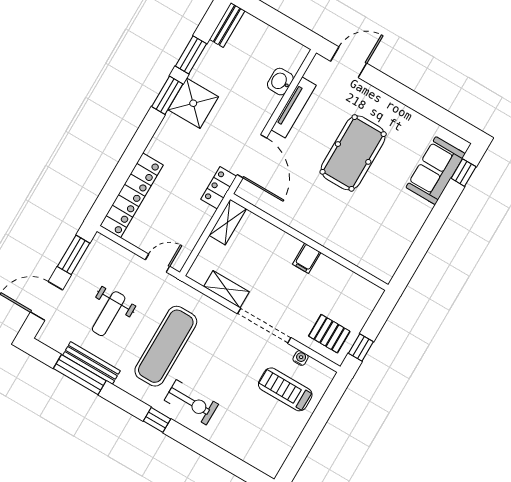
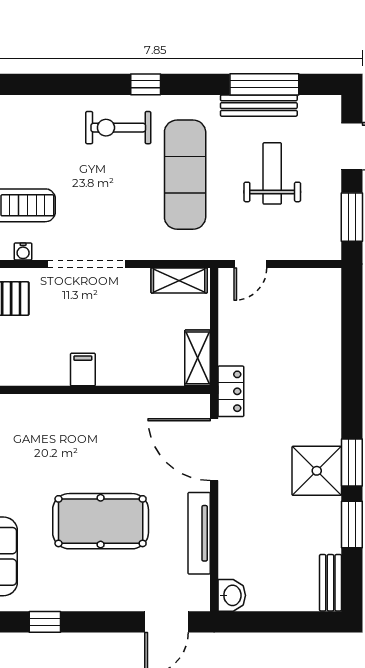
washbasin: (280, 82) -> (232, 595), moved
window: (428, 109) -> (45, 622), added
pool table: (353, 153) -> (101, 521), turned 90
locker: (132, 195) -> (325, 324), removed
shelving: (226, 289) -> (179, 281), moved

